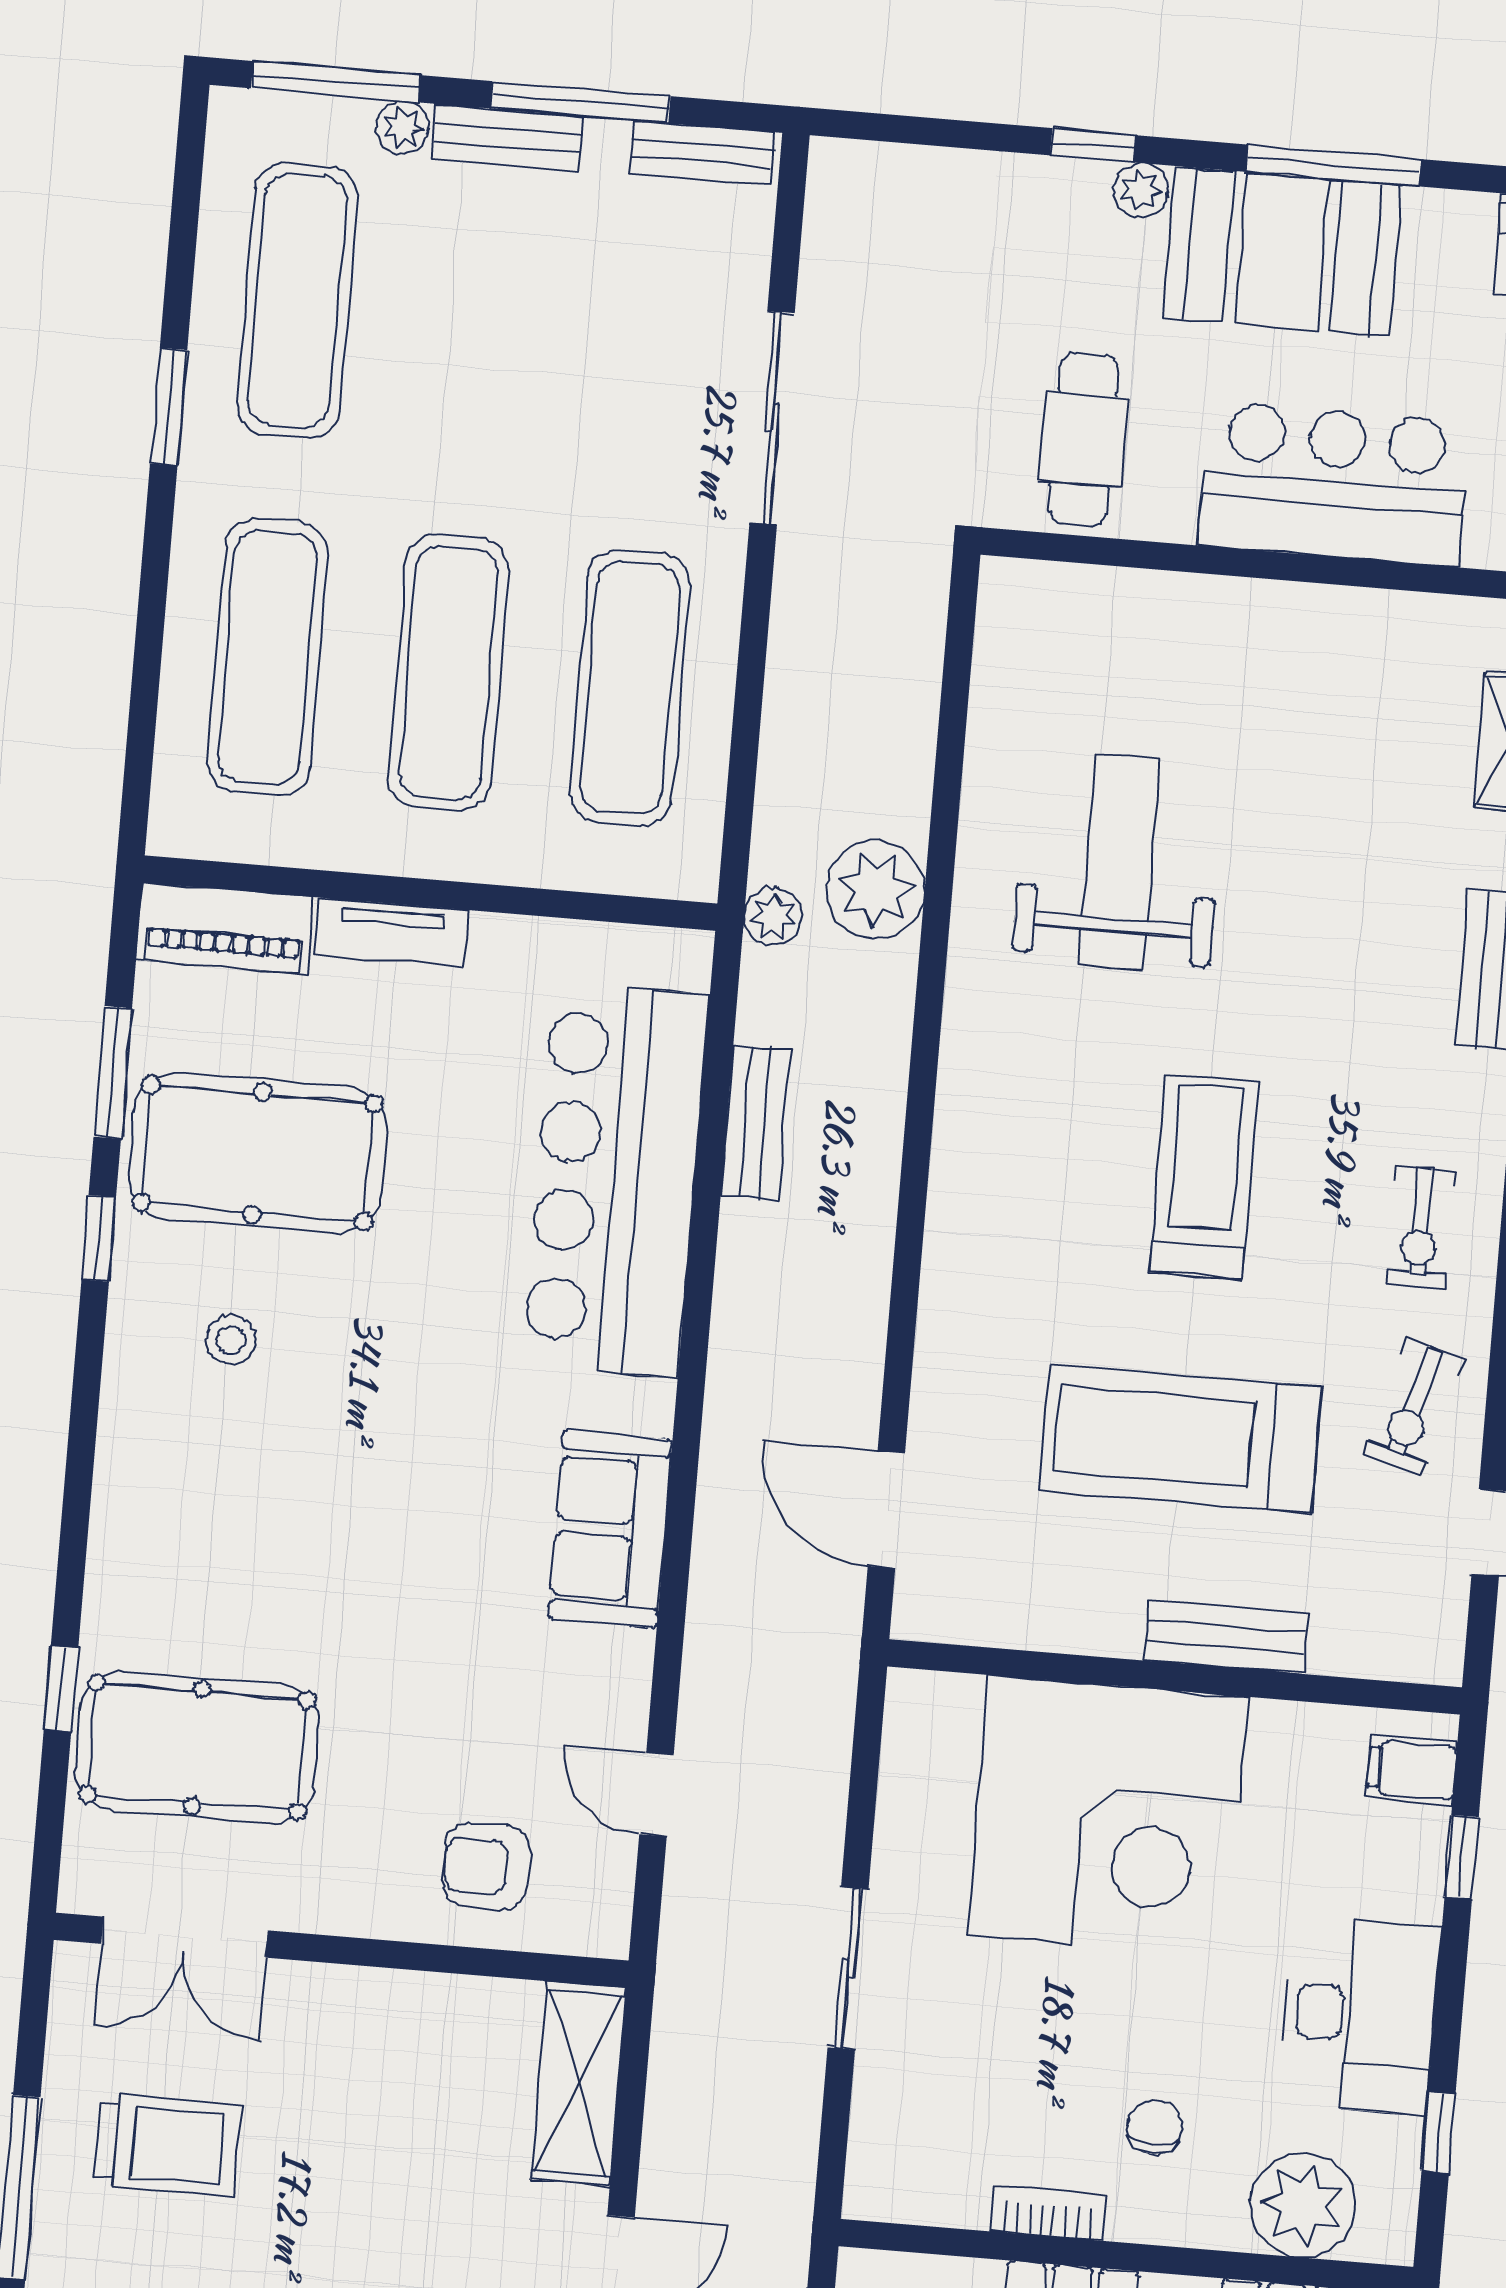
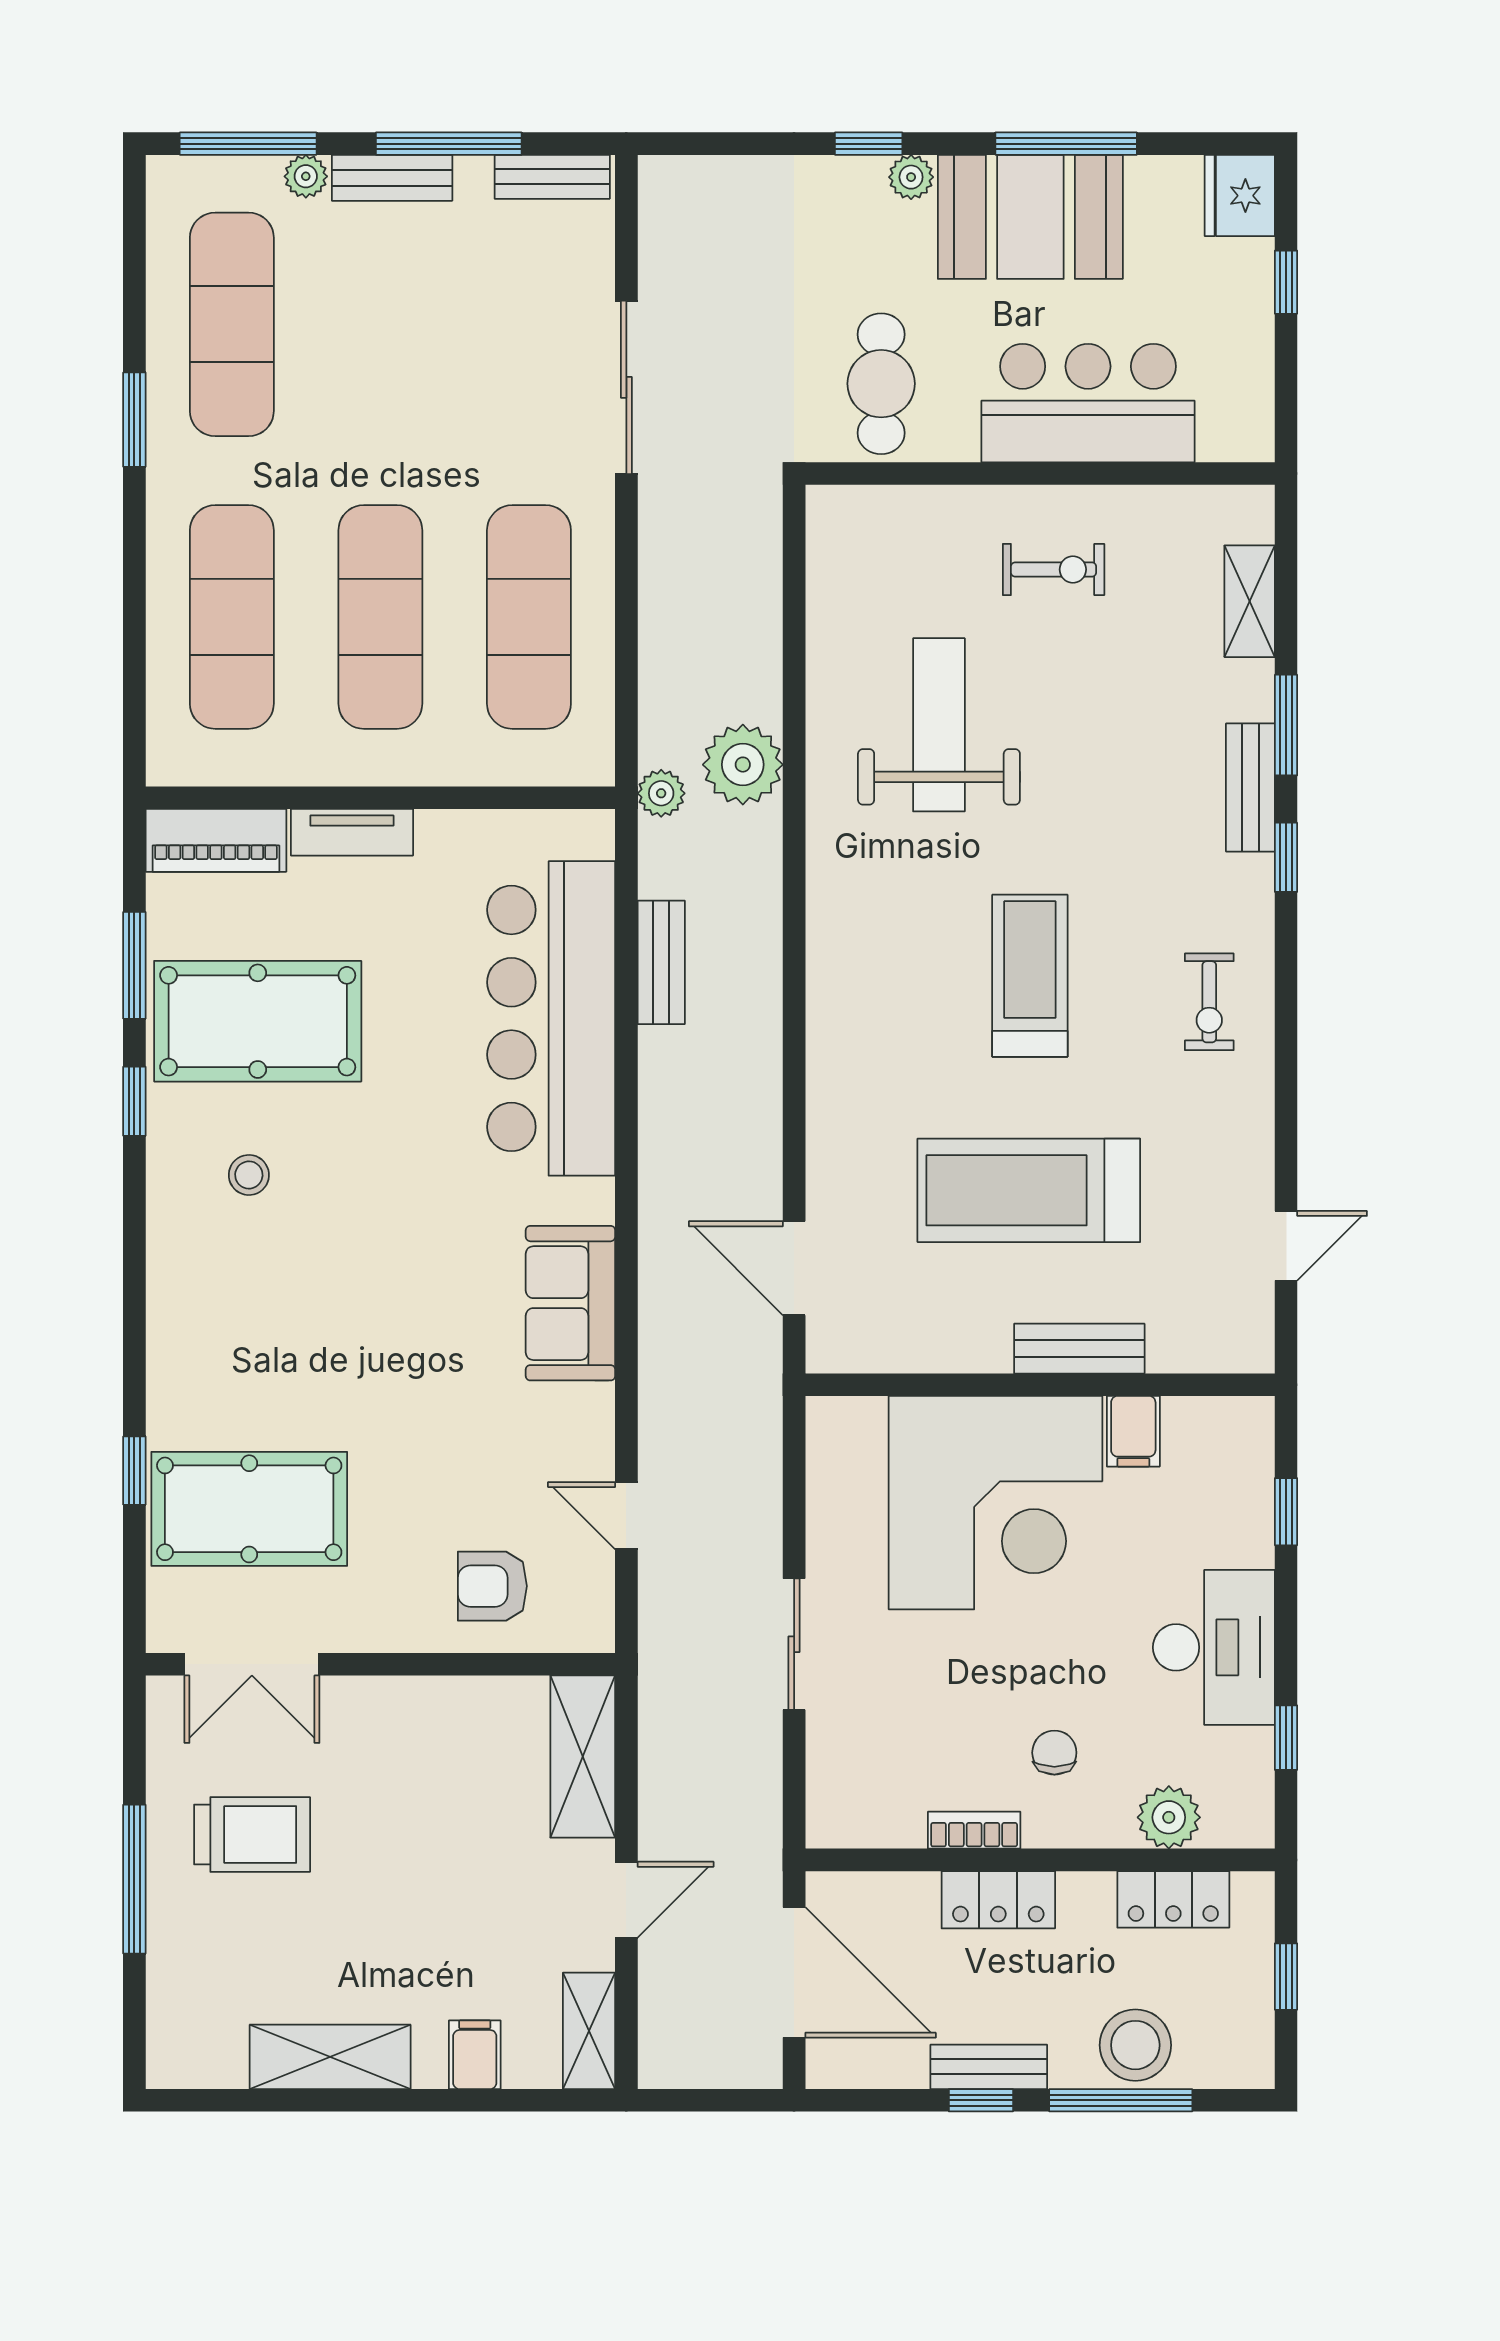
exercise bike: (1414, 1407) -> (1054, 569), moved, turned -106
filing cabinet: (1412, 1770) -> (1133, 1431), moved, turned -90
plant: (1302, 2205) -> (1169, 1817), width x0.73, depth x0.73

